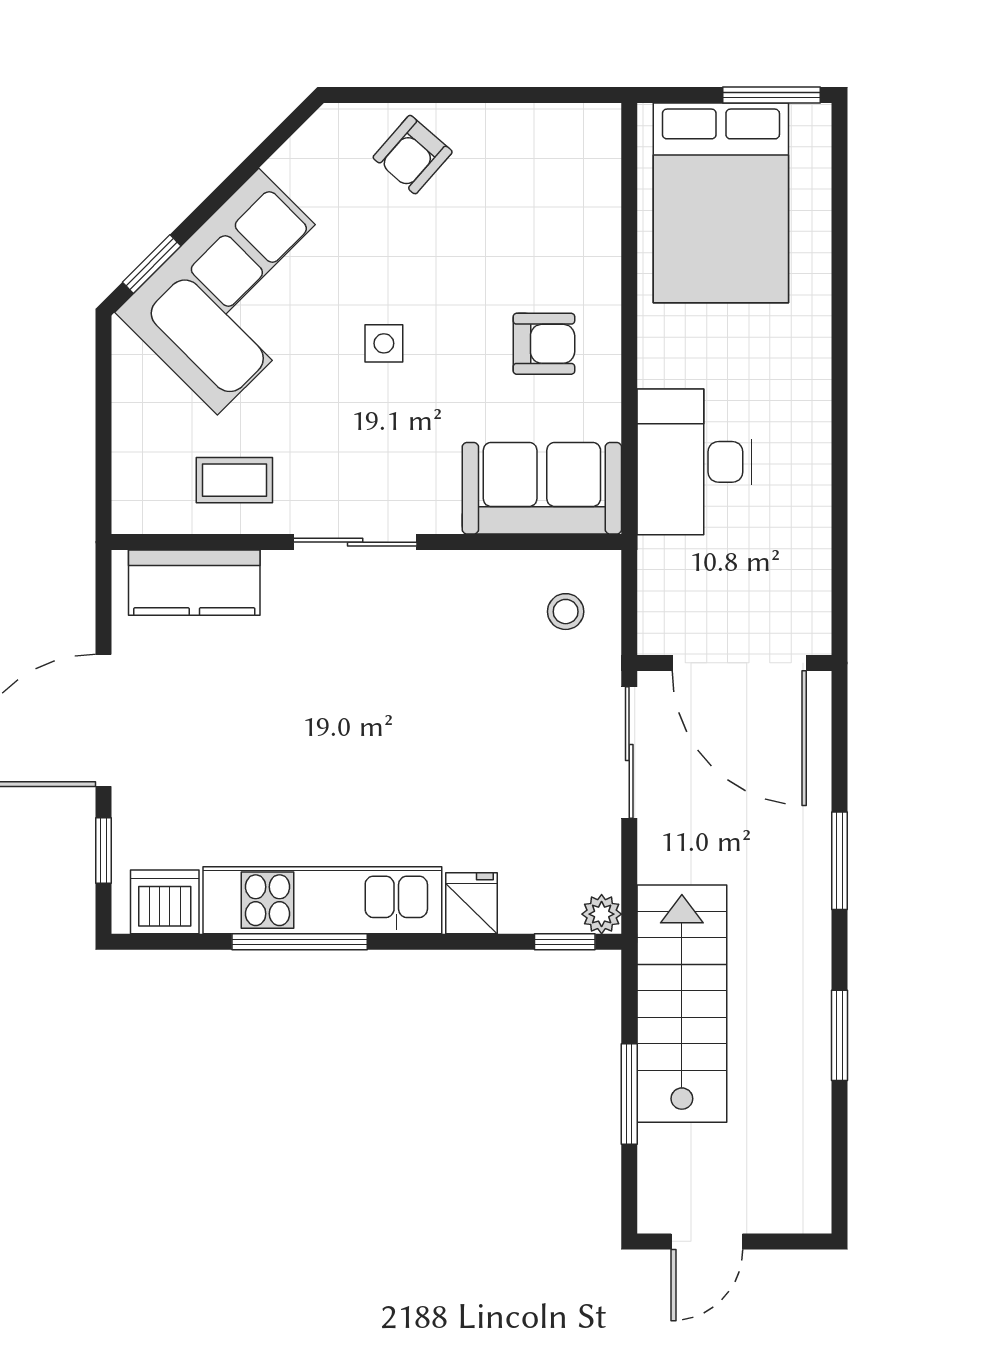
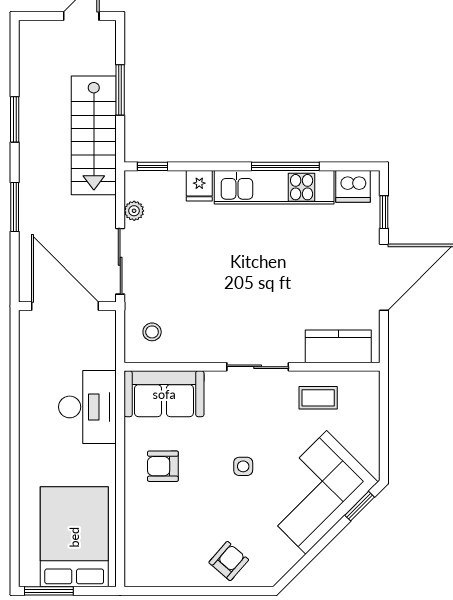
plant: (602, 914) -> (134, 211), moved

